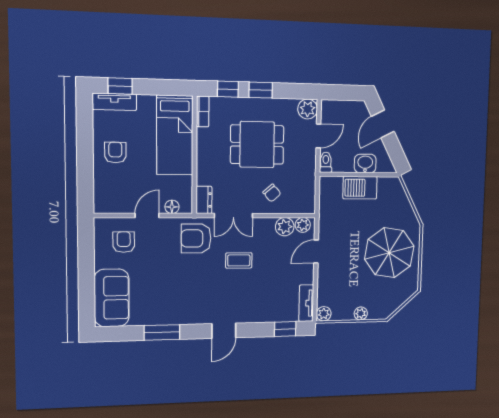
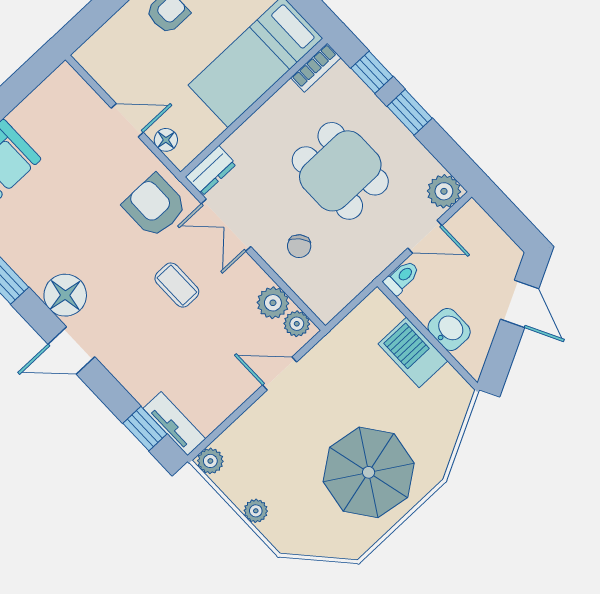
door: (383, 124) -> (520, 304), swing flipped
armchair: (124, 242) -> (69, 123), removed
tv unit: (306, 303) -> (174, 424), moved, turned 90
floor lamp: (198, 312) -> (65, 295), added

